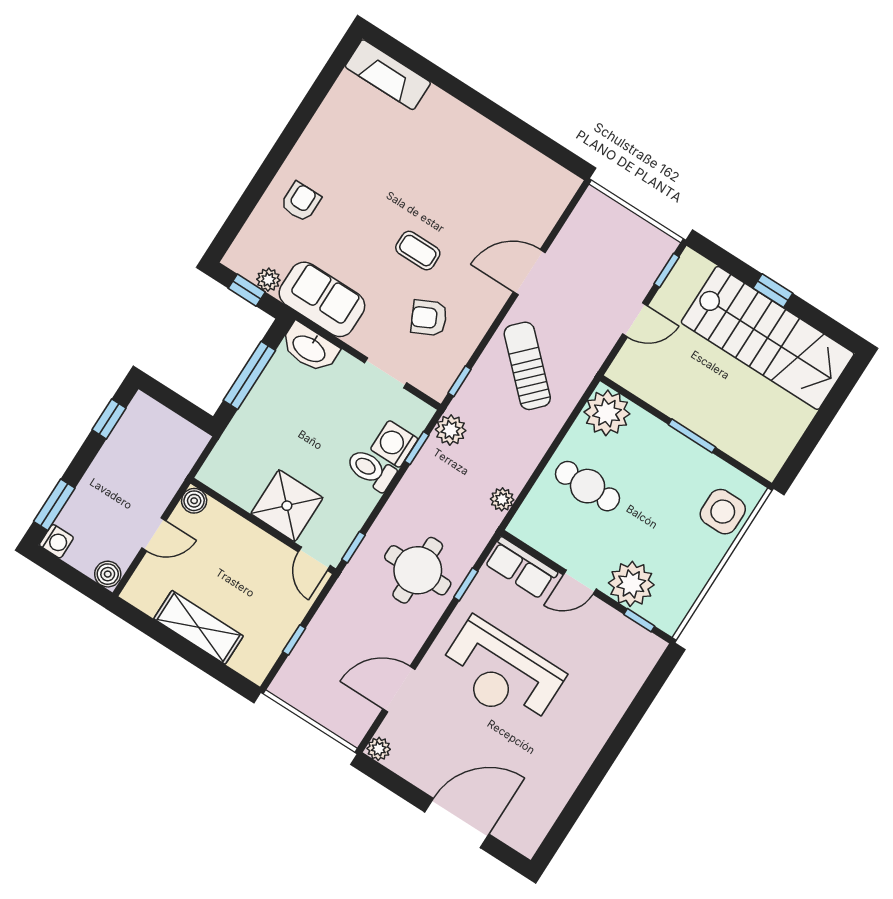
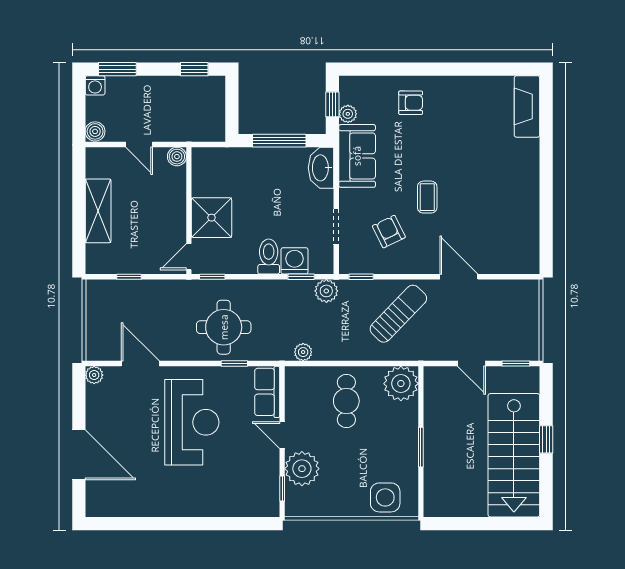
reception desk: (501, 674) -> (192, 422), turned 180

